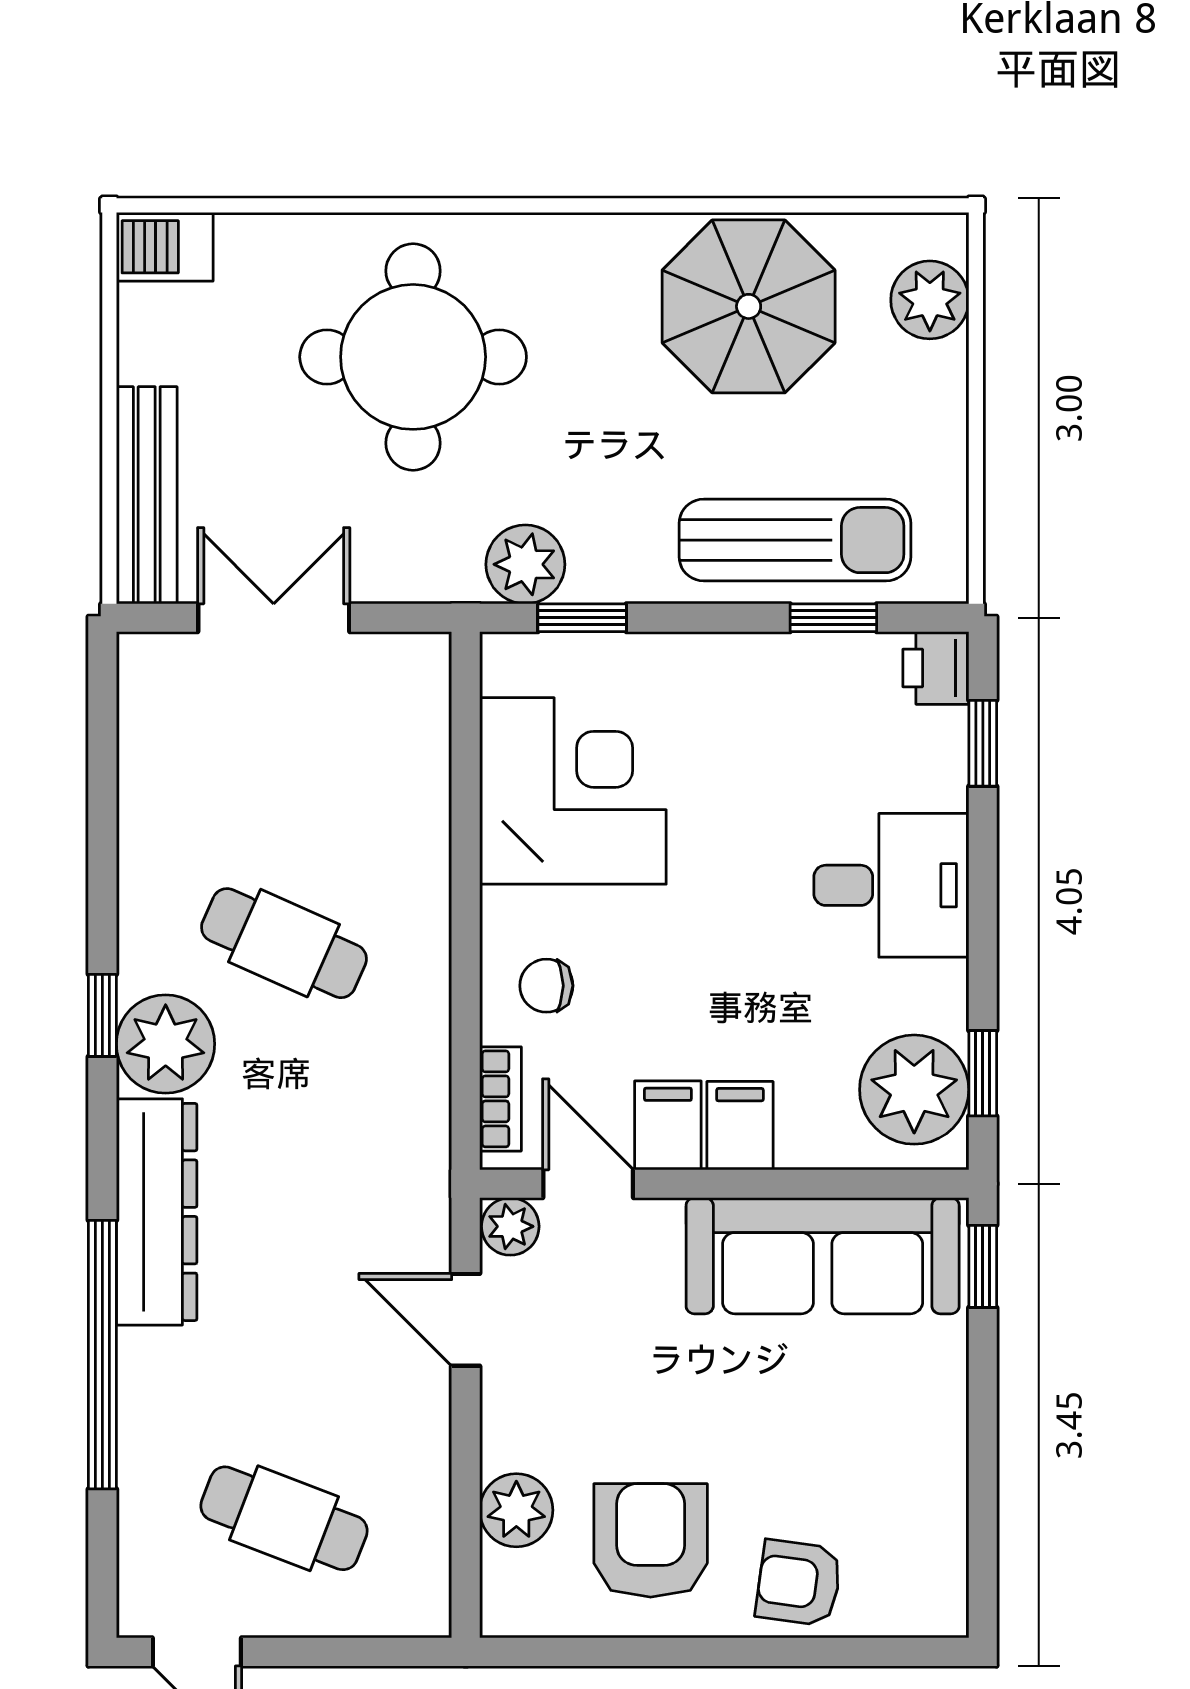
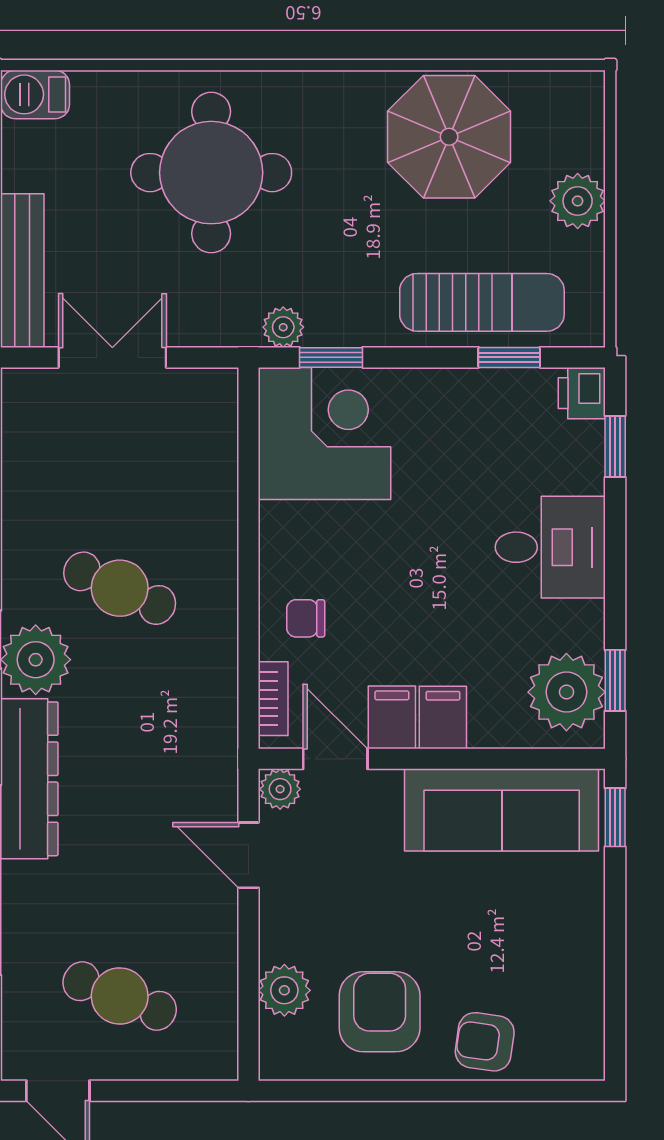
plant: (930, 300) -> (578, 201), moved
plant: (525, 564) -> (283, 327), width x0.73, depth x0.73
corner desk: (573, 791) -> (325, 433), moved

